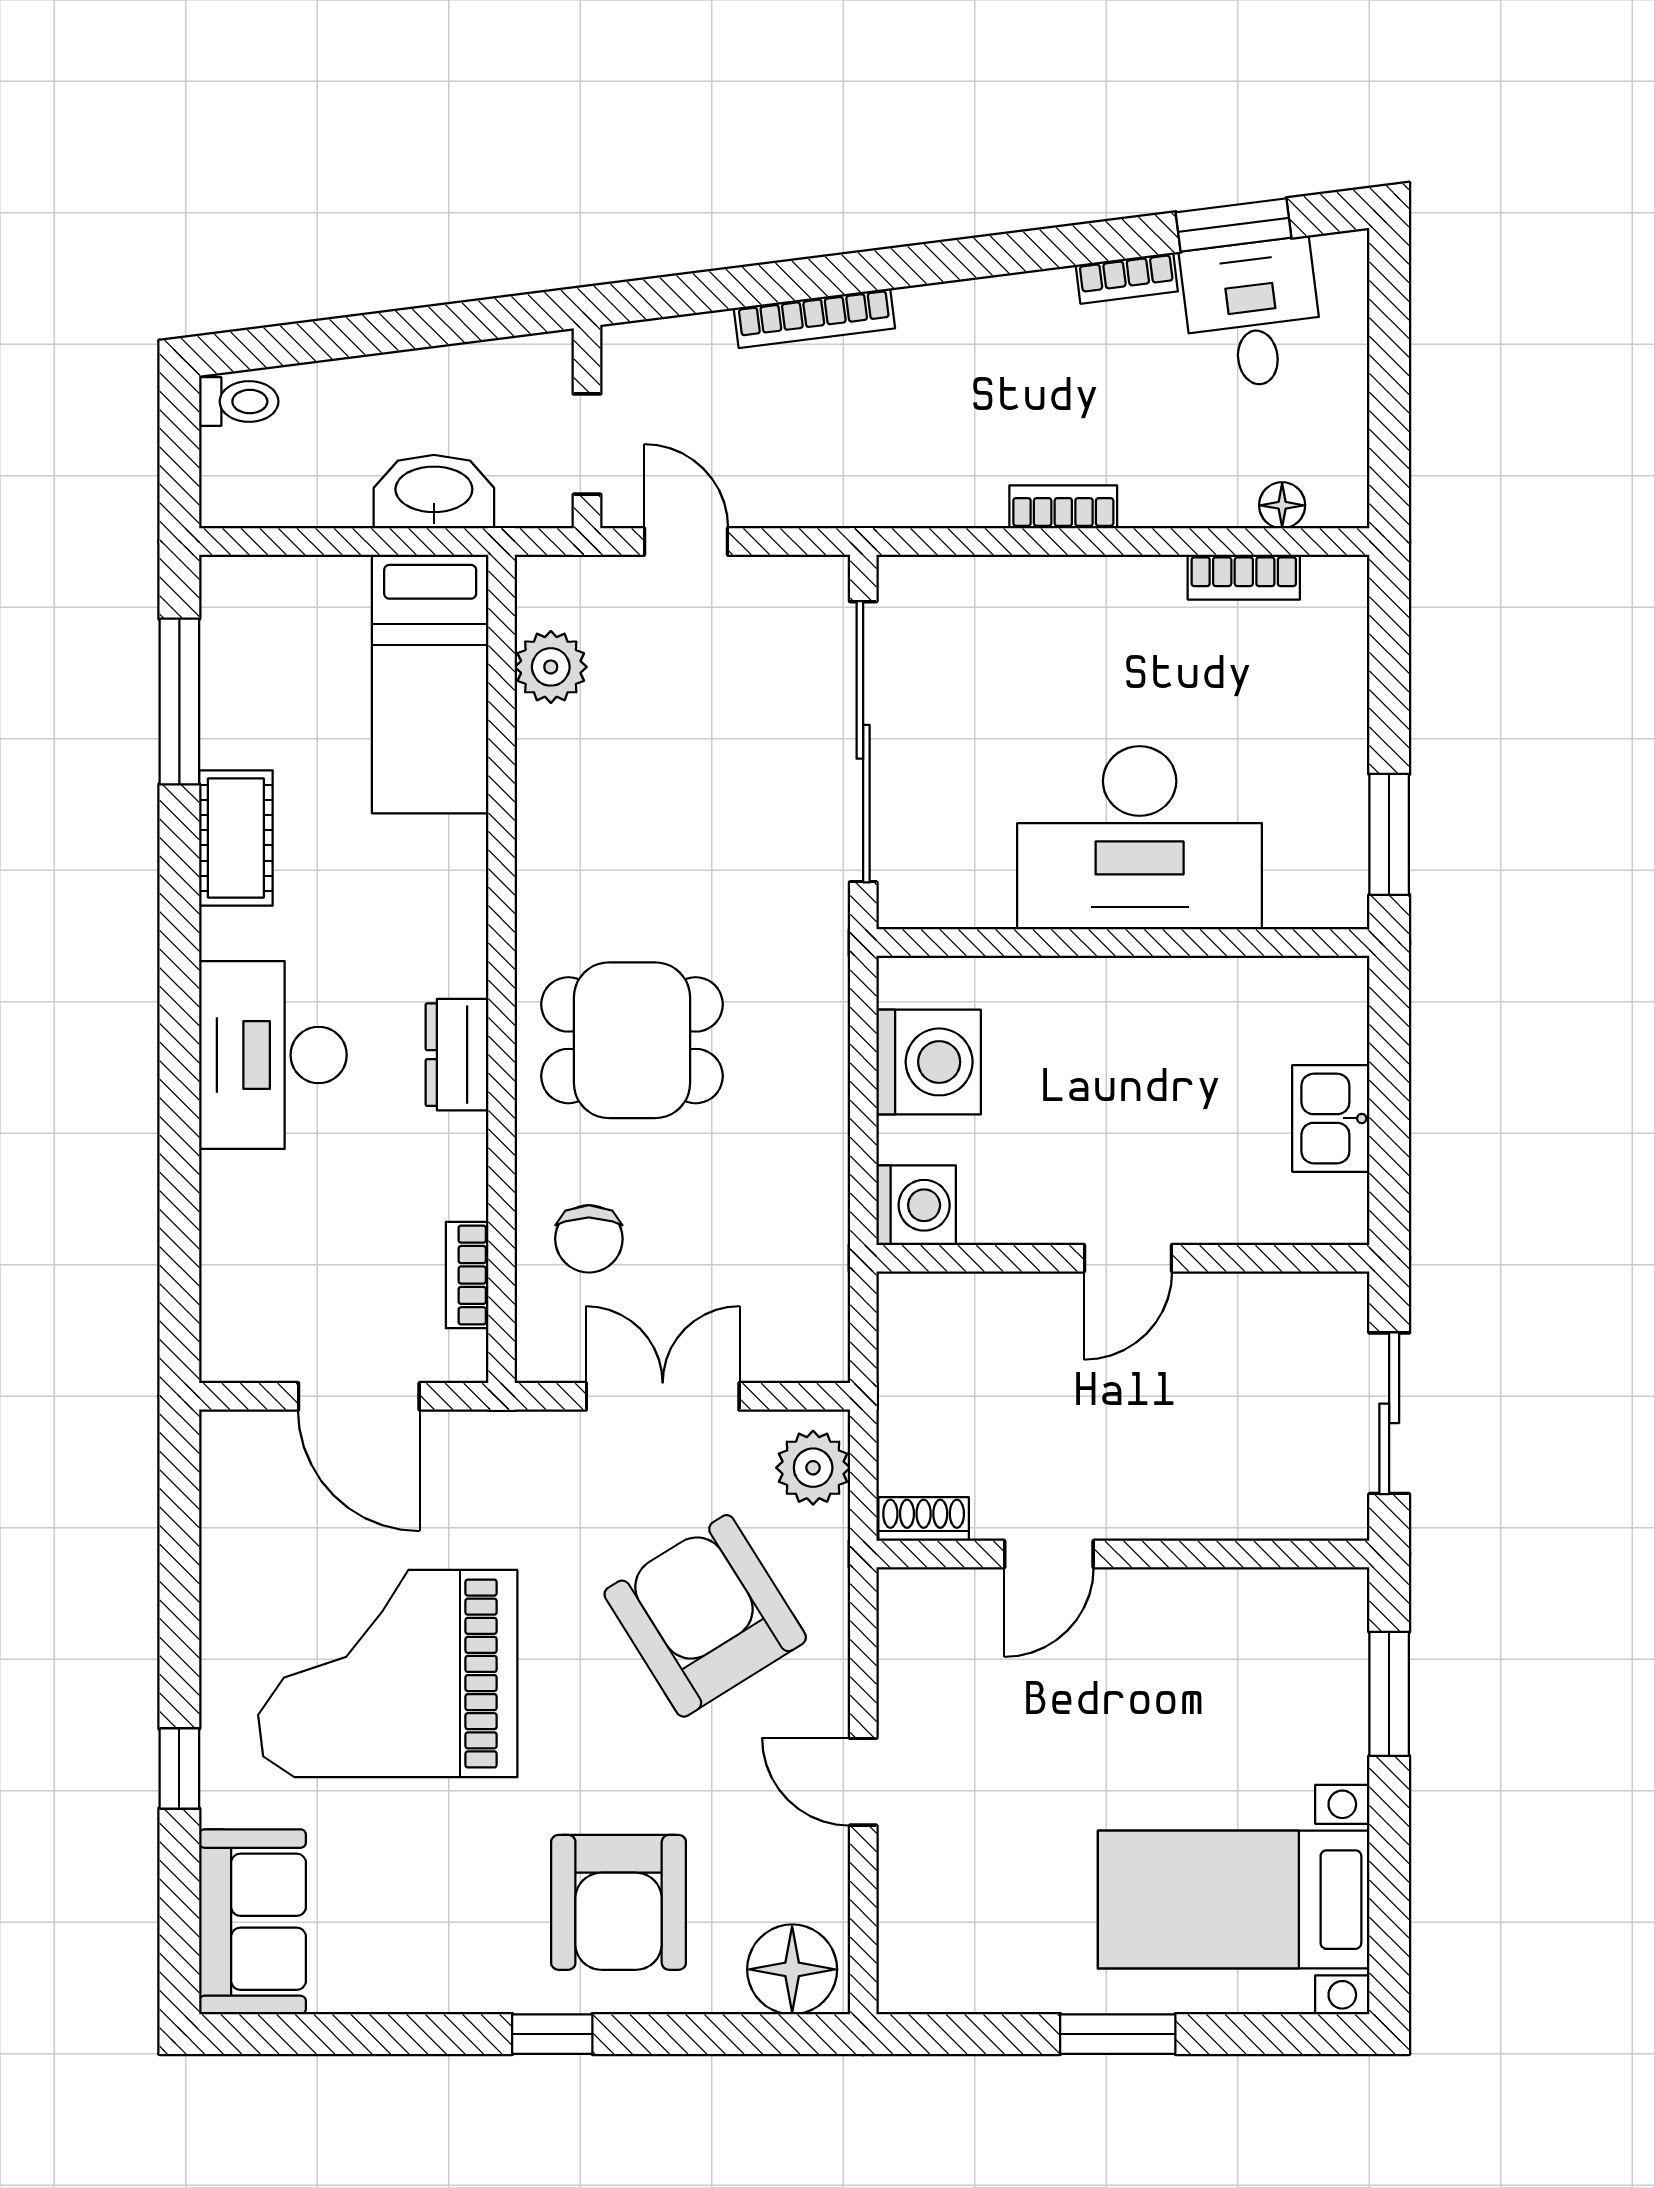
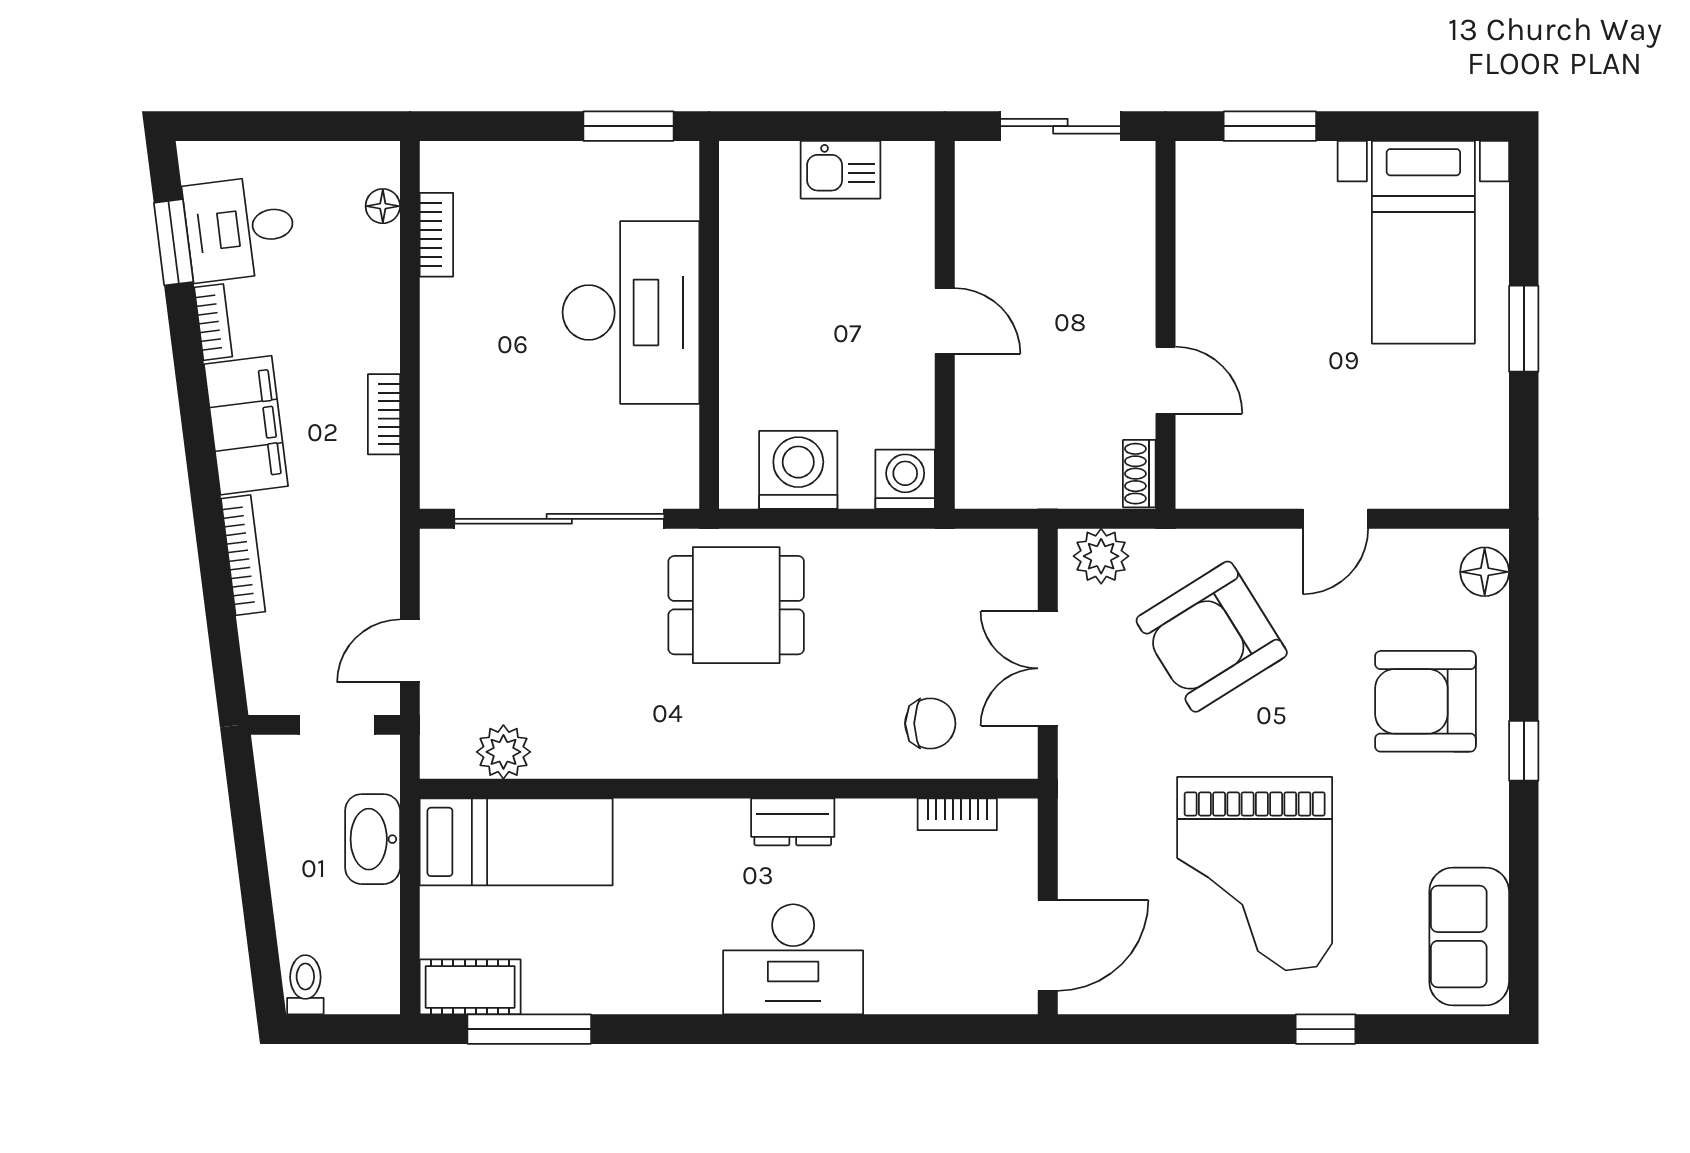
filing cabinet: (989, 322) -> (246, 425), added
bookcase: (1063, 507) -> (384, 414), moved
cot: (236, 838) -> (470, 987), moved
dining table: (632, 1040) -> (736, 605), moved, turned 90
door: (359, 1396) -> (1048, 945), moved
armchair: (619, 1902) -> (1425, 701), turned 180
sofa: (253, 1922) -> (1469, 936), moved, turned -90
floor lamp: (792, 1969) -> (1485, 572), width x0.73, depth x0.73

